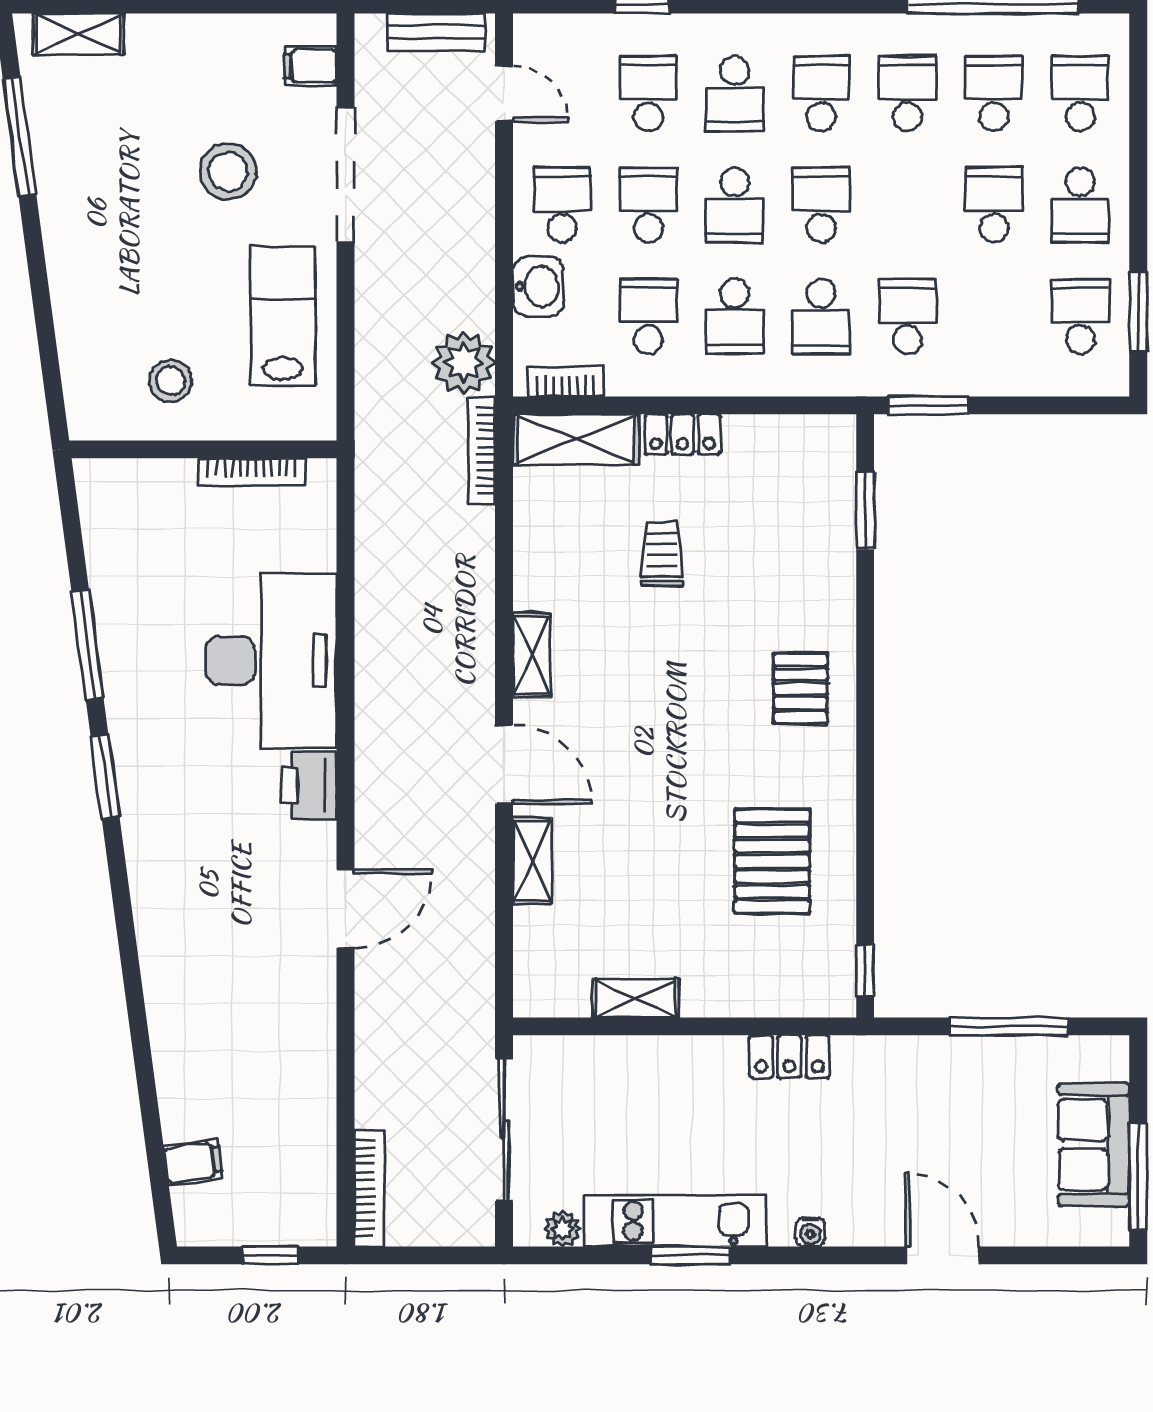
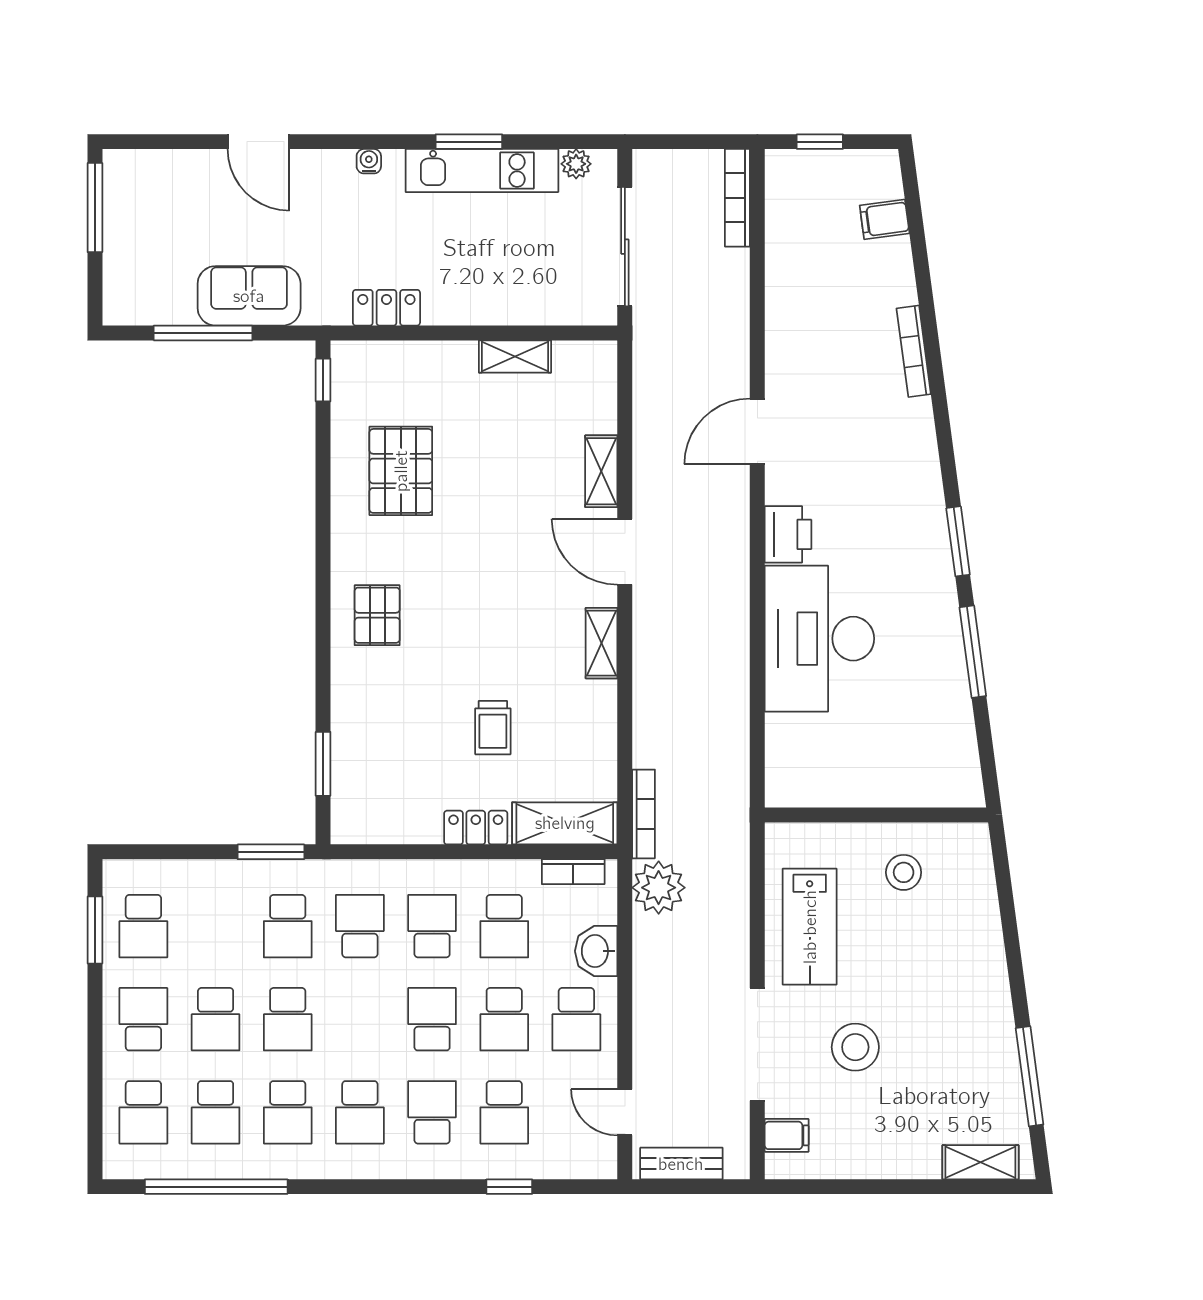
school desk: (821, 205) -> (288, 1019), moved
bookcase: (252, 472) -> (914, 351), moved, turned -98
sofa: (1094, 1145) -> (249, 296), moved, turned -90

